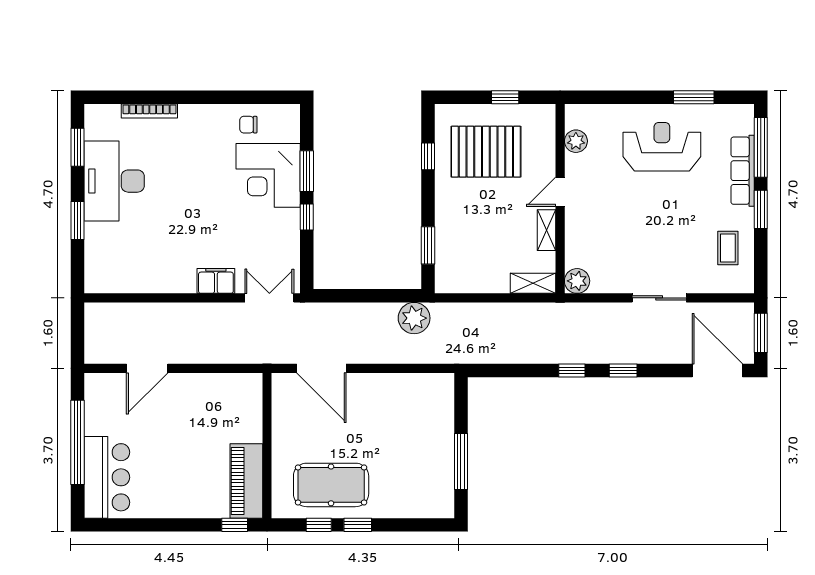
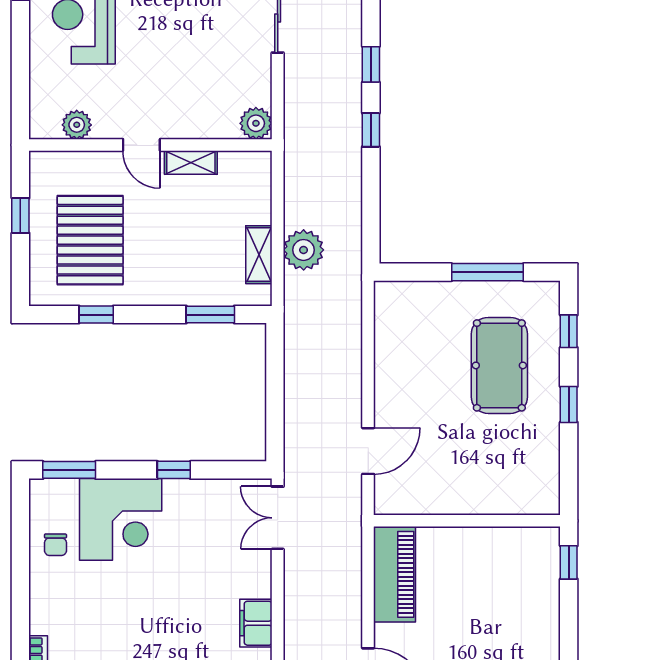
window: (307, 171) -> (69, 470), moved
filing cabinet: (216, 281) -> (256, 623), moved
shelving: (533, 283) -> (259, 255), moved
plant: (414, 318) -> (304, 250), moved
door: (321, 368) -> (368, 451), width x0.73
piano: (246, 481) -> (394, 574), moved, turned -90
pool table: (331, 485) -> (499, 365), moved
window: (319, 525) -> (569, 331), moved

